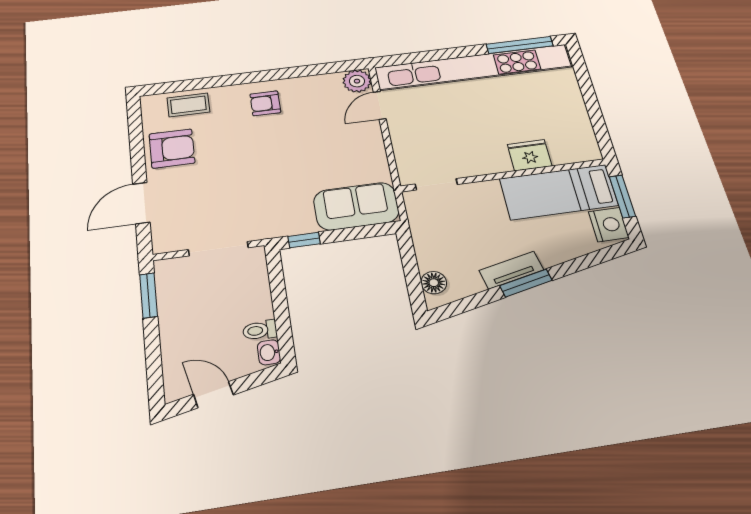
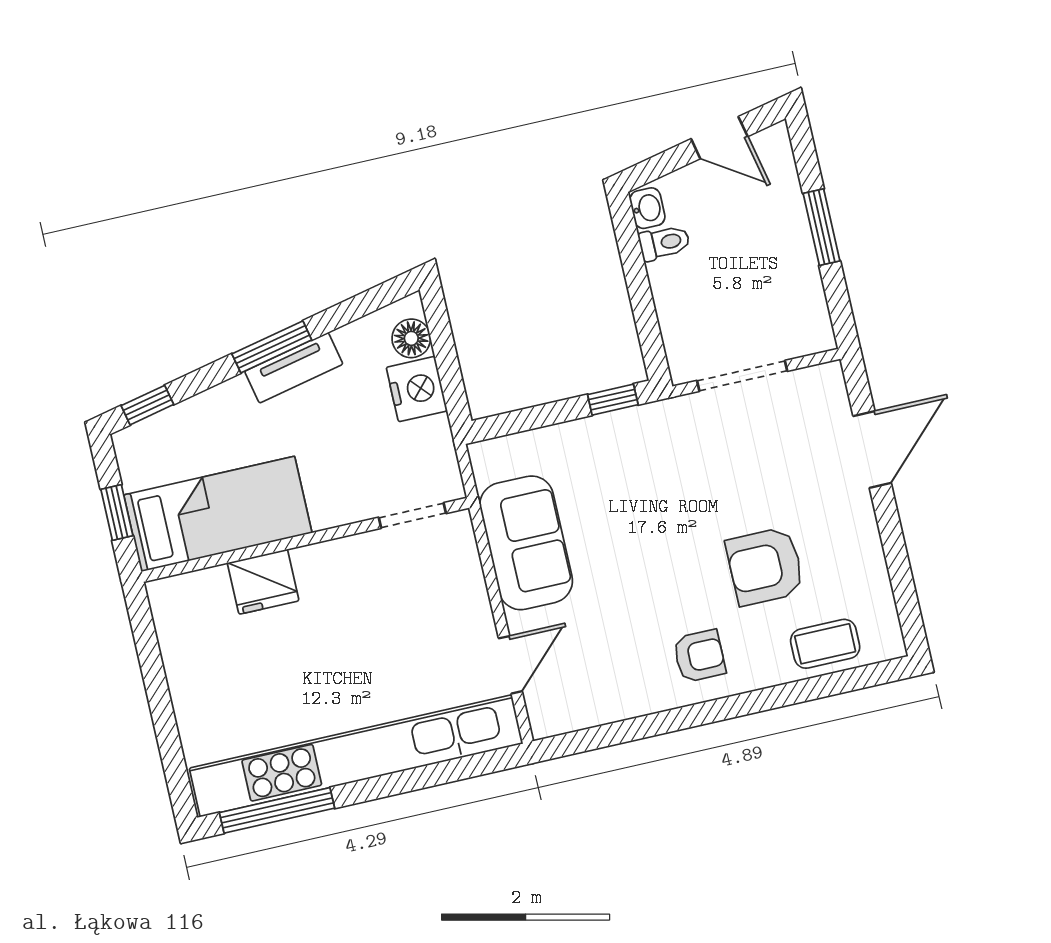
plant: (357, 81) -> (551, 713), removed
armchair: (172, 148) -> (765, 566), moved
window: (622, 196) -> (117, 512), width x0.67
sofa: (356, 206) -> (526, 543), moved, turned -90
nightstand: (609, 225) -> (417, 389), moved, turned 180
window: (606, 254) -> (147, 405), added
window: (148, 295) -> (822, 227), moved

